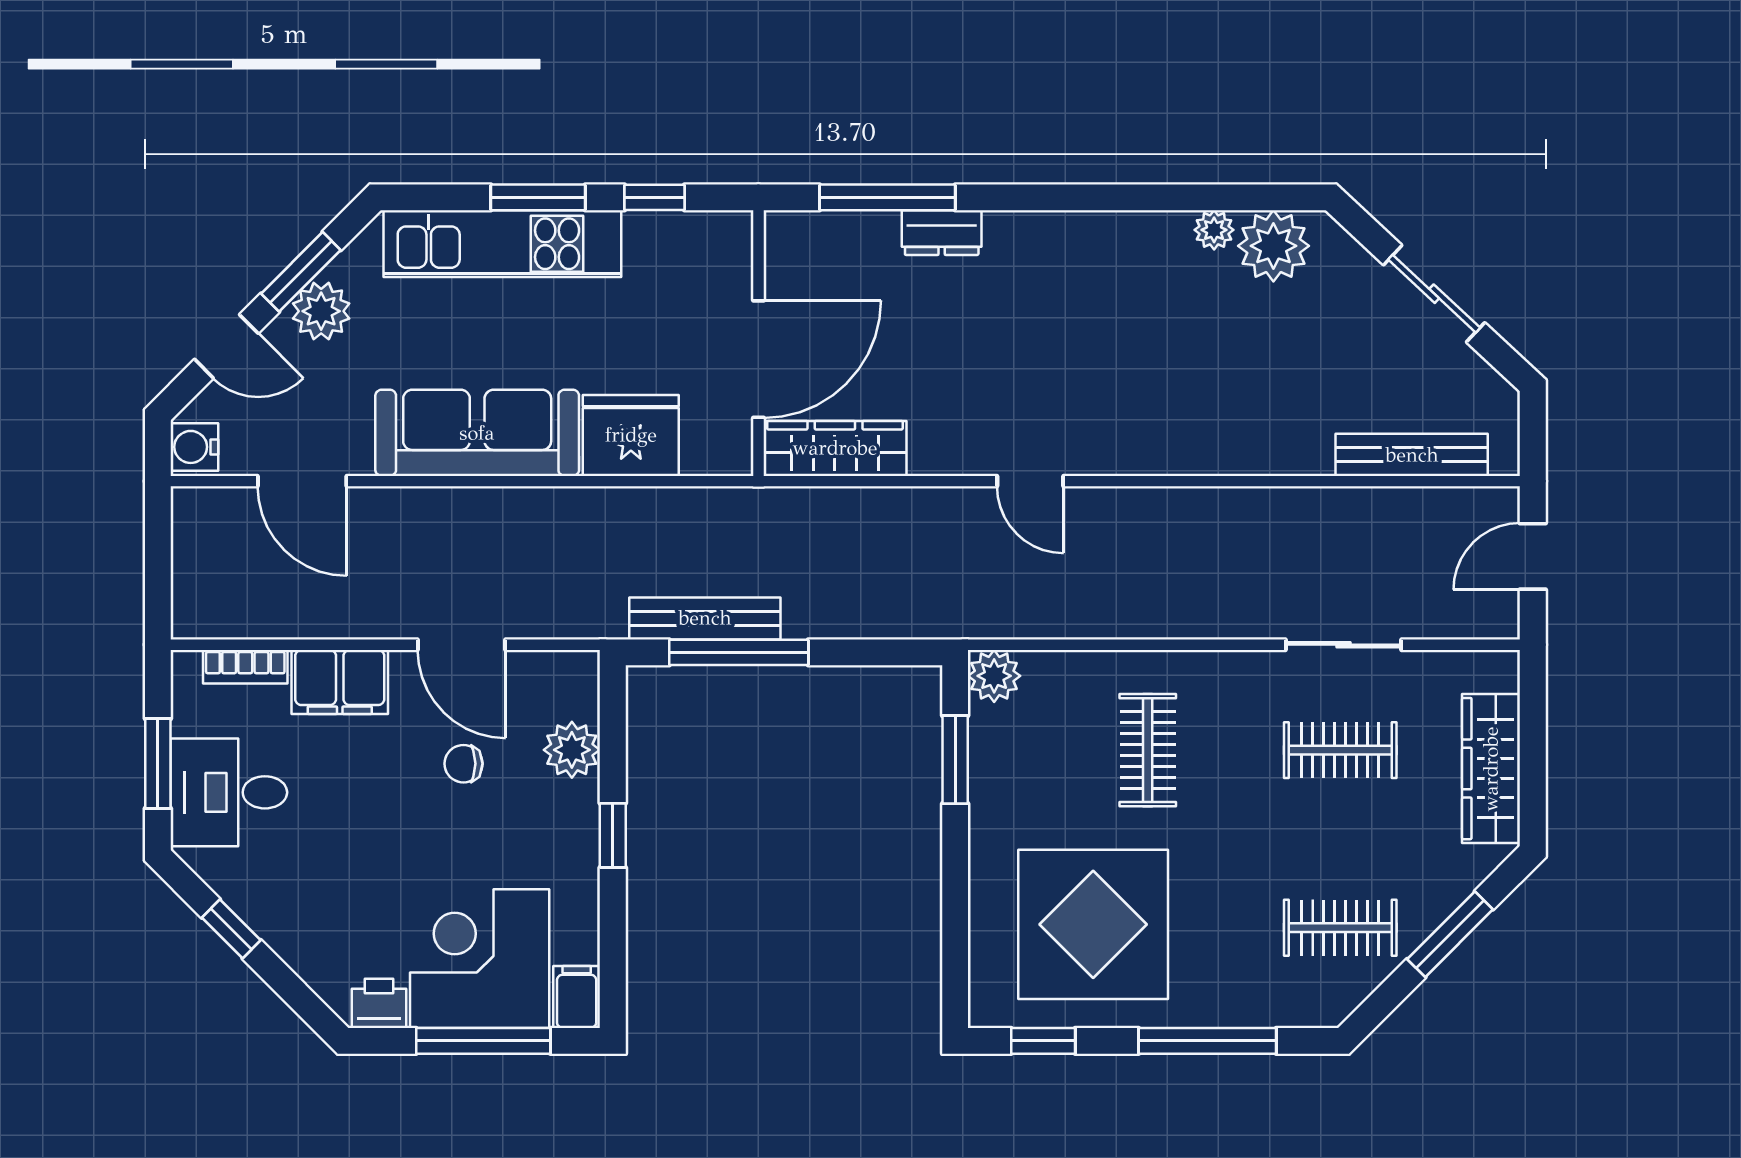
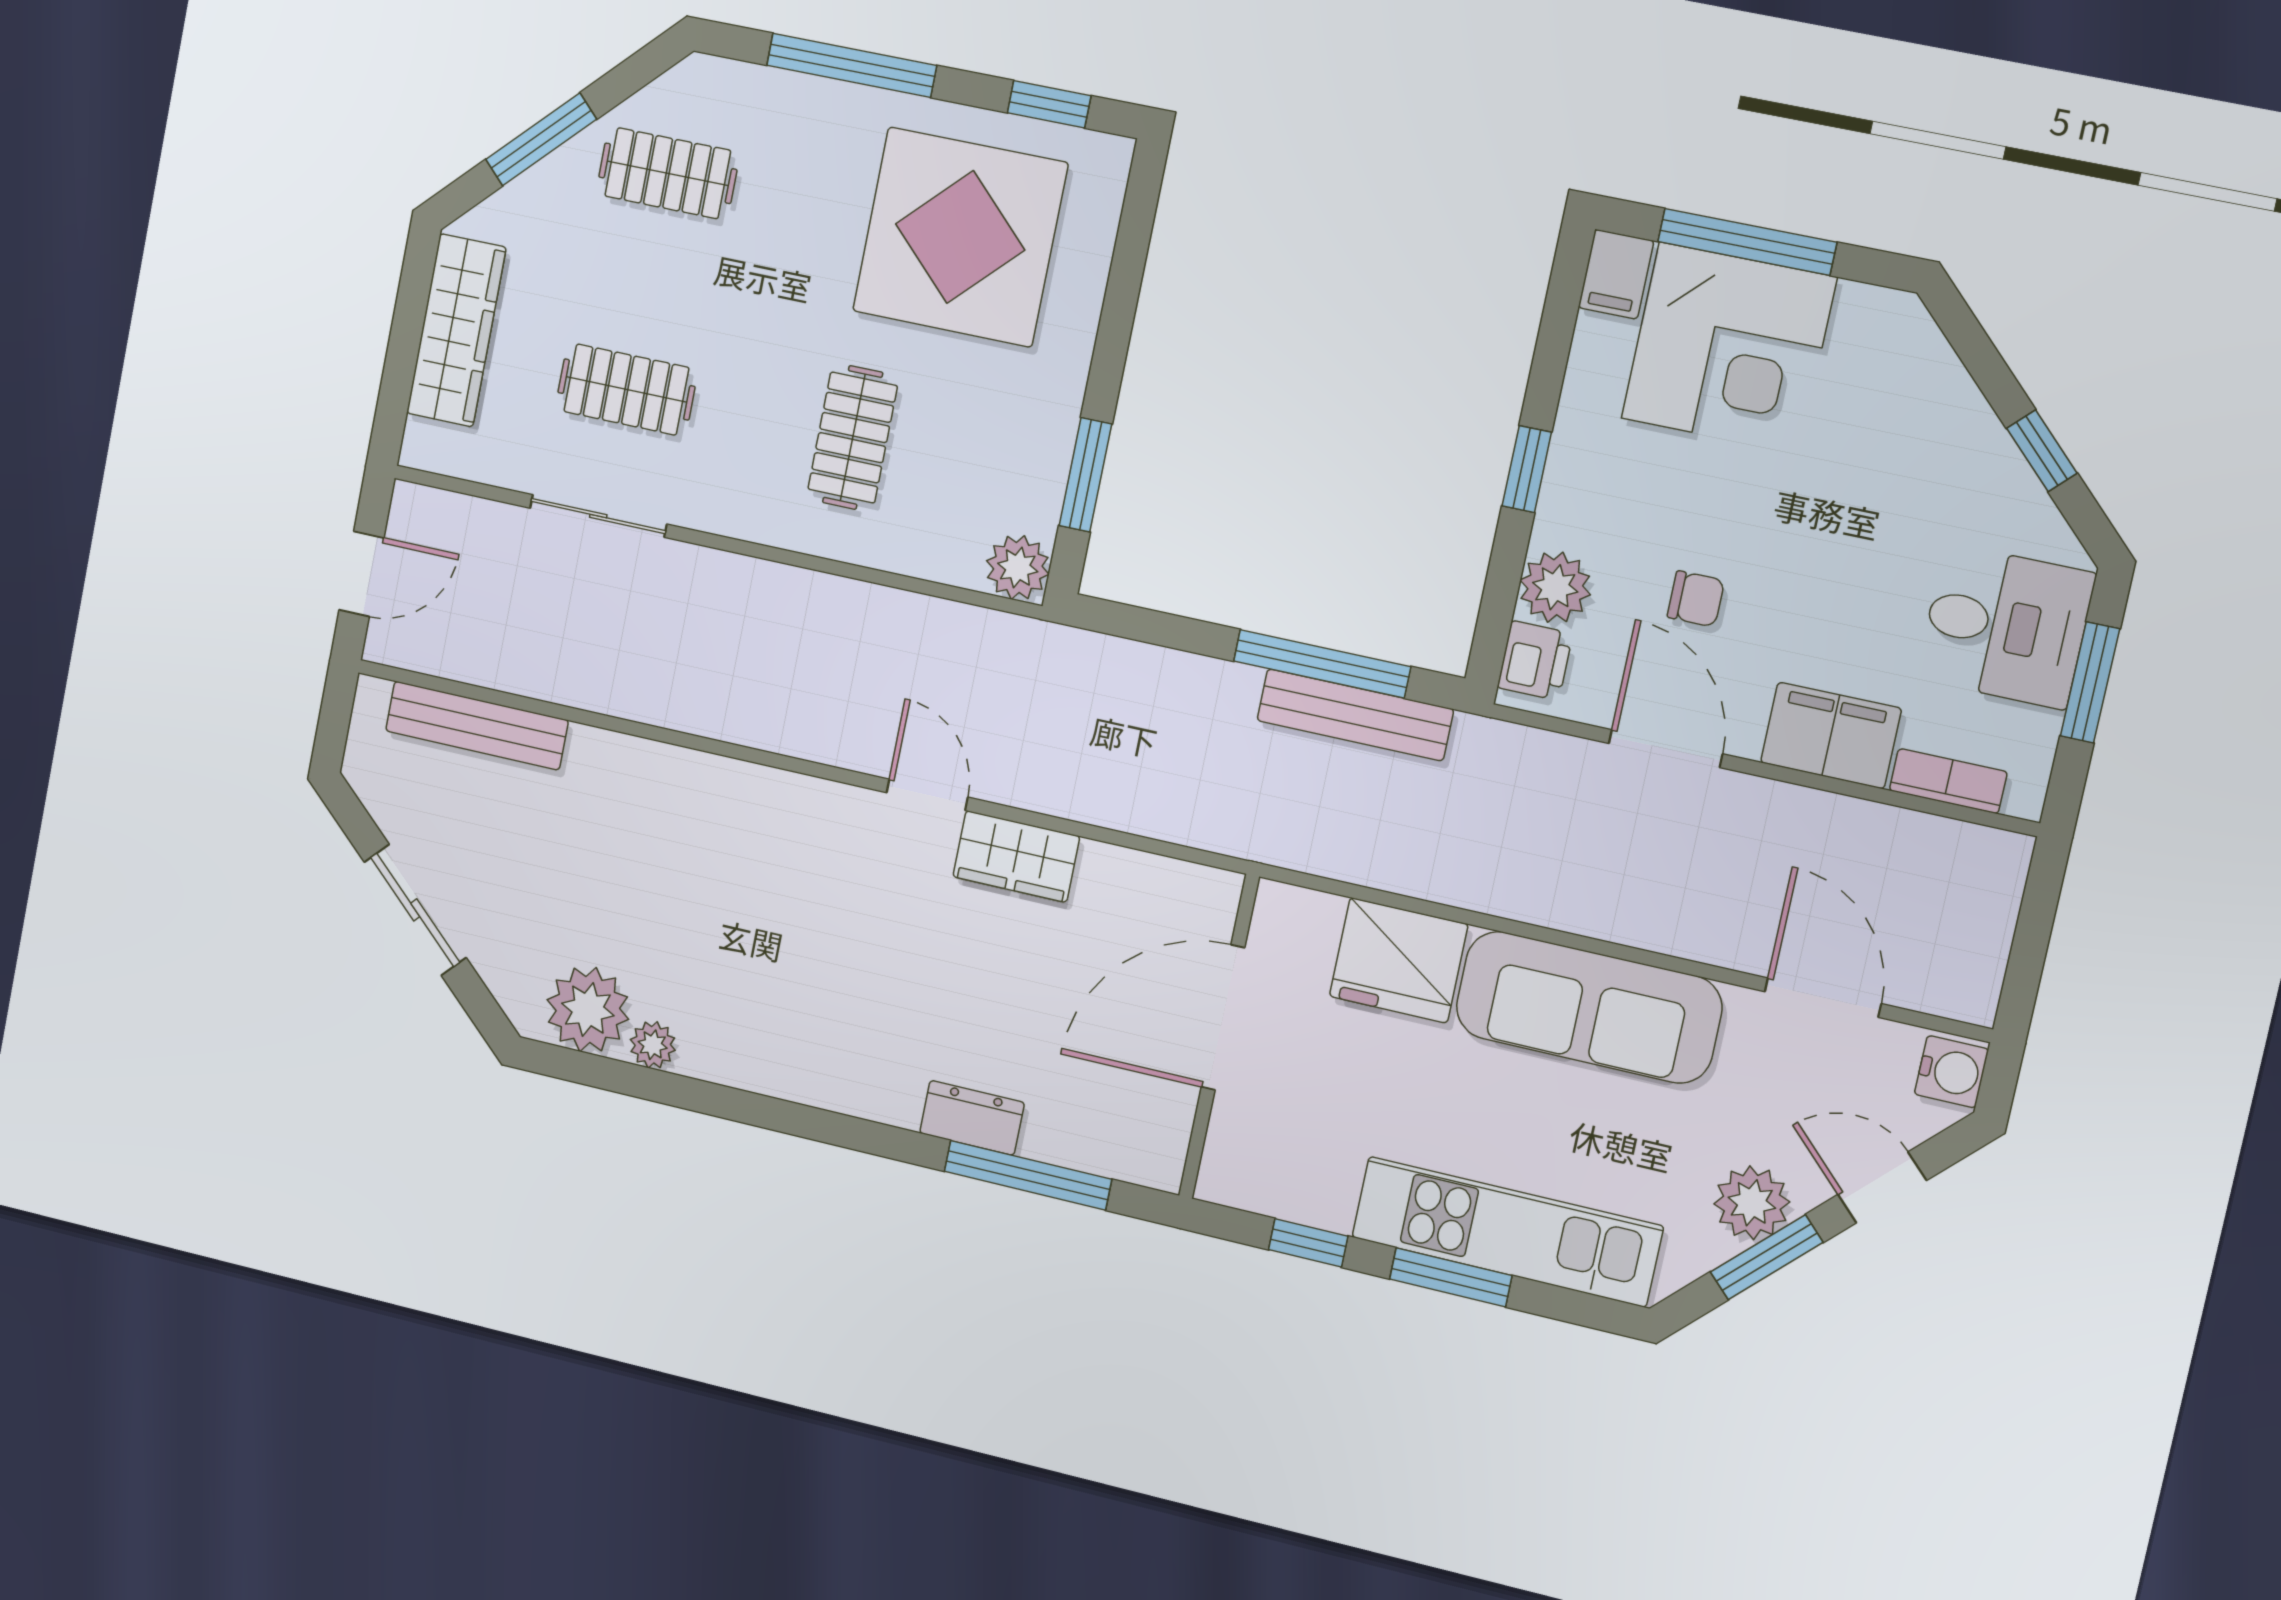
wardrobe: (835, 448) -> (1016, 856), moved, width x0.67
printer: (379, 1003) -> (1535, 661), moved, turned -90

